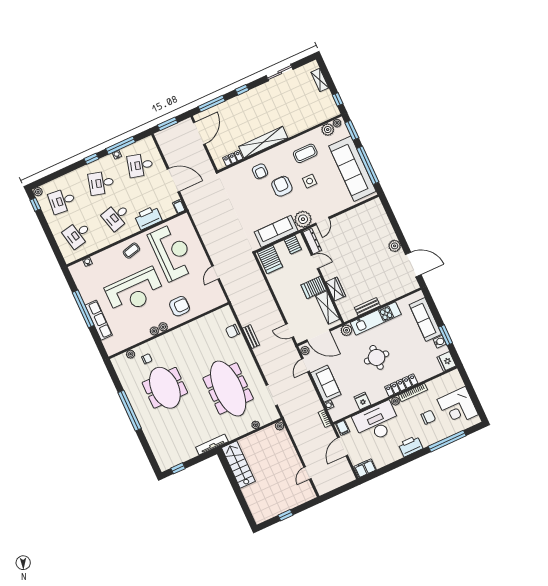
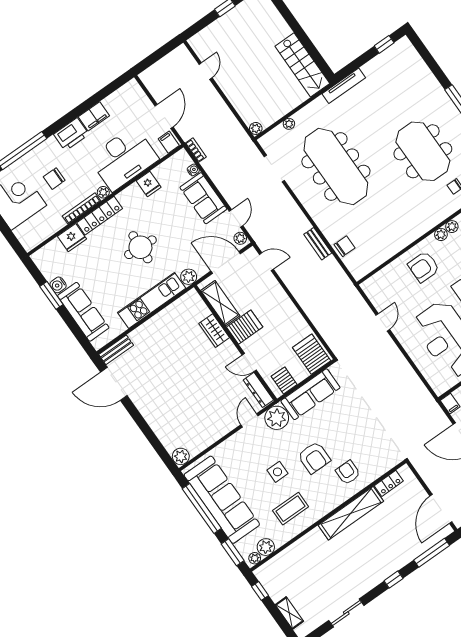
plant: (395, 246) -> (181, 456), moved
bench: (367, 307) -> (116, 350), moved
fridge: (447, 361) -> (72, 238), moved, turned 90
filing cabinet: (365, 468) -> (94, 116), moved

